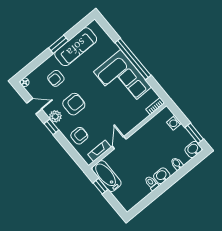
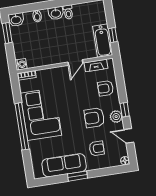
washing machine: (174, 123) -> (21, 64), moved

